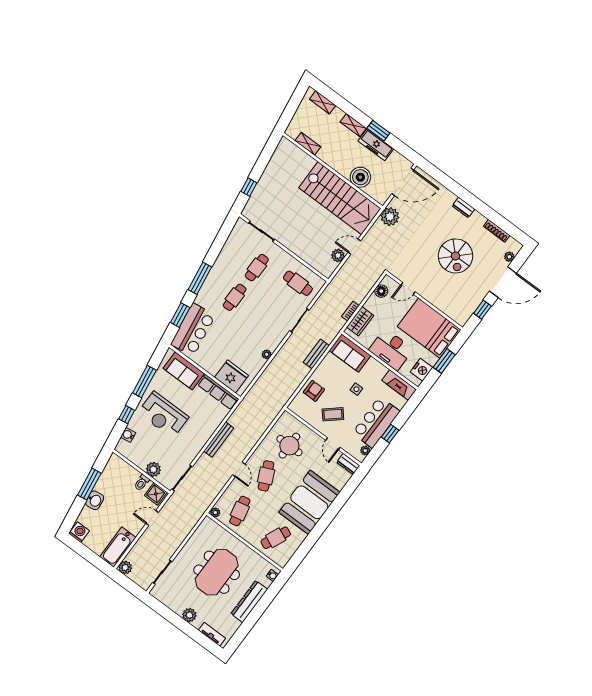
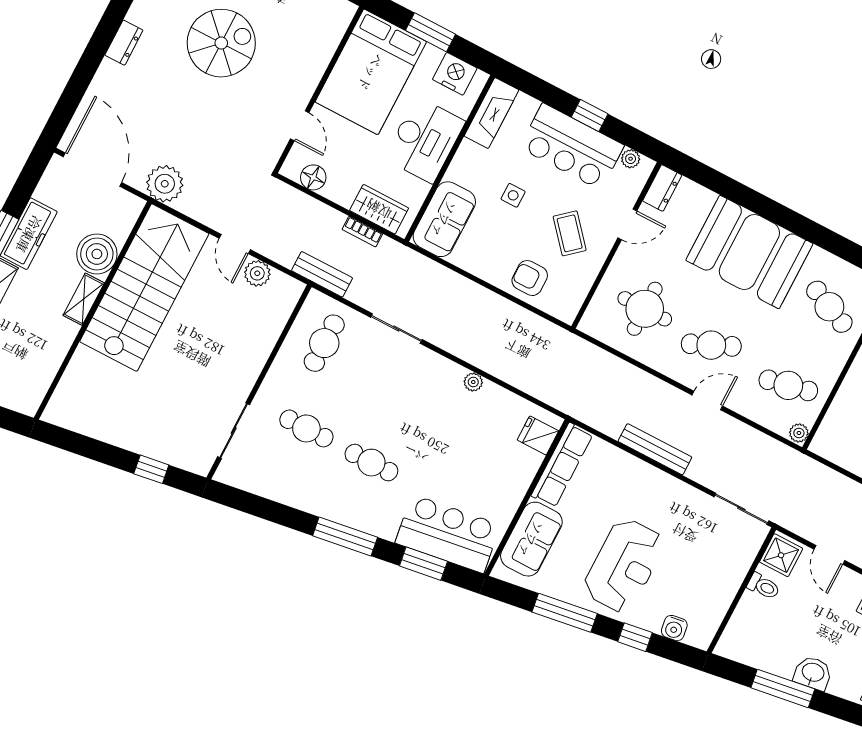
shelving: (308, 144) -> (84, 299), moved
bench: (316, 354) -> (322, 274), moved
fridge: (232, 376) -> (538, 435), width x0.53, depth x0.75
plant: (153, 469) -> (734, 568), removed

